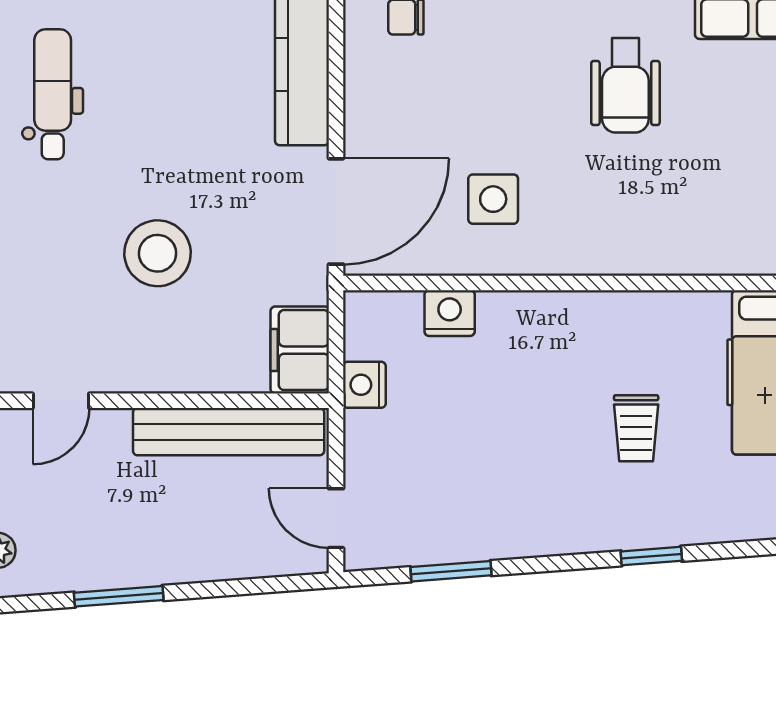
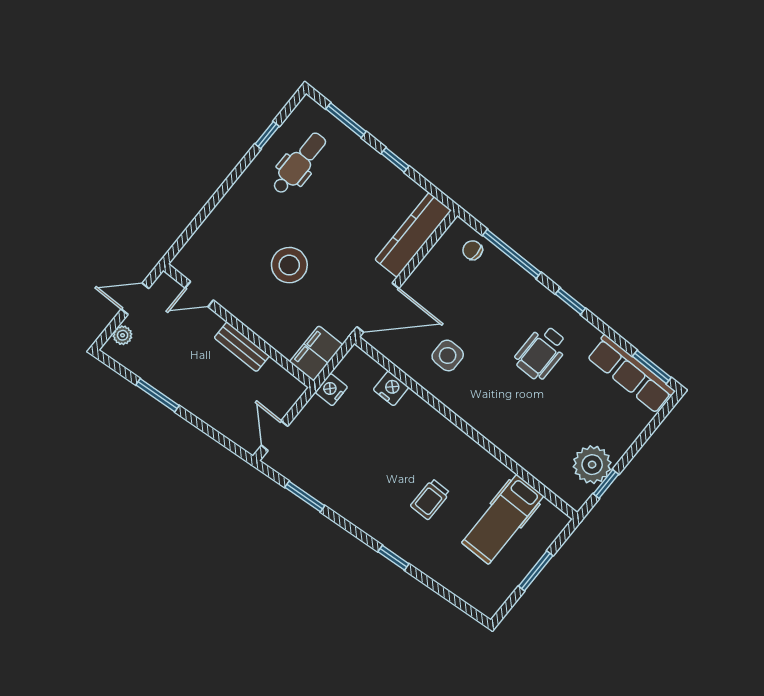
bench: (229, 432) -> (242, 347), width x0.54, depth x0.82

